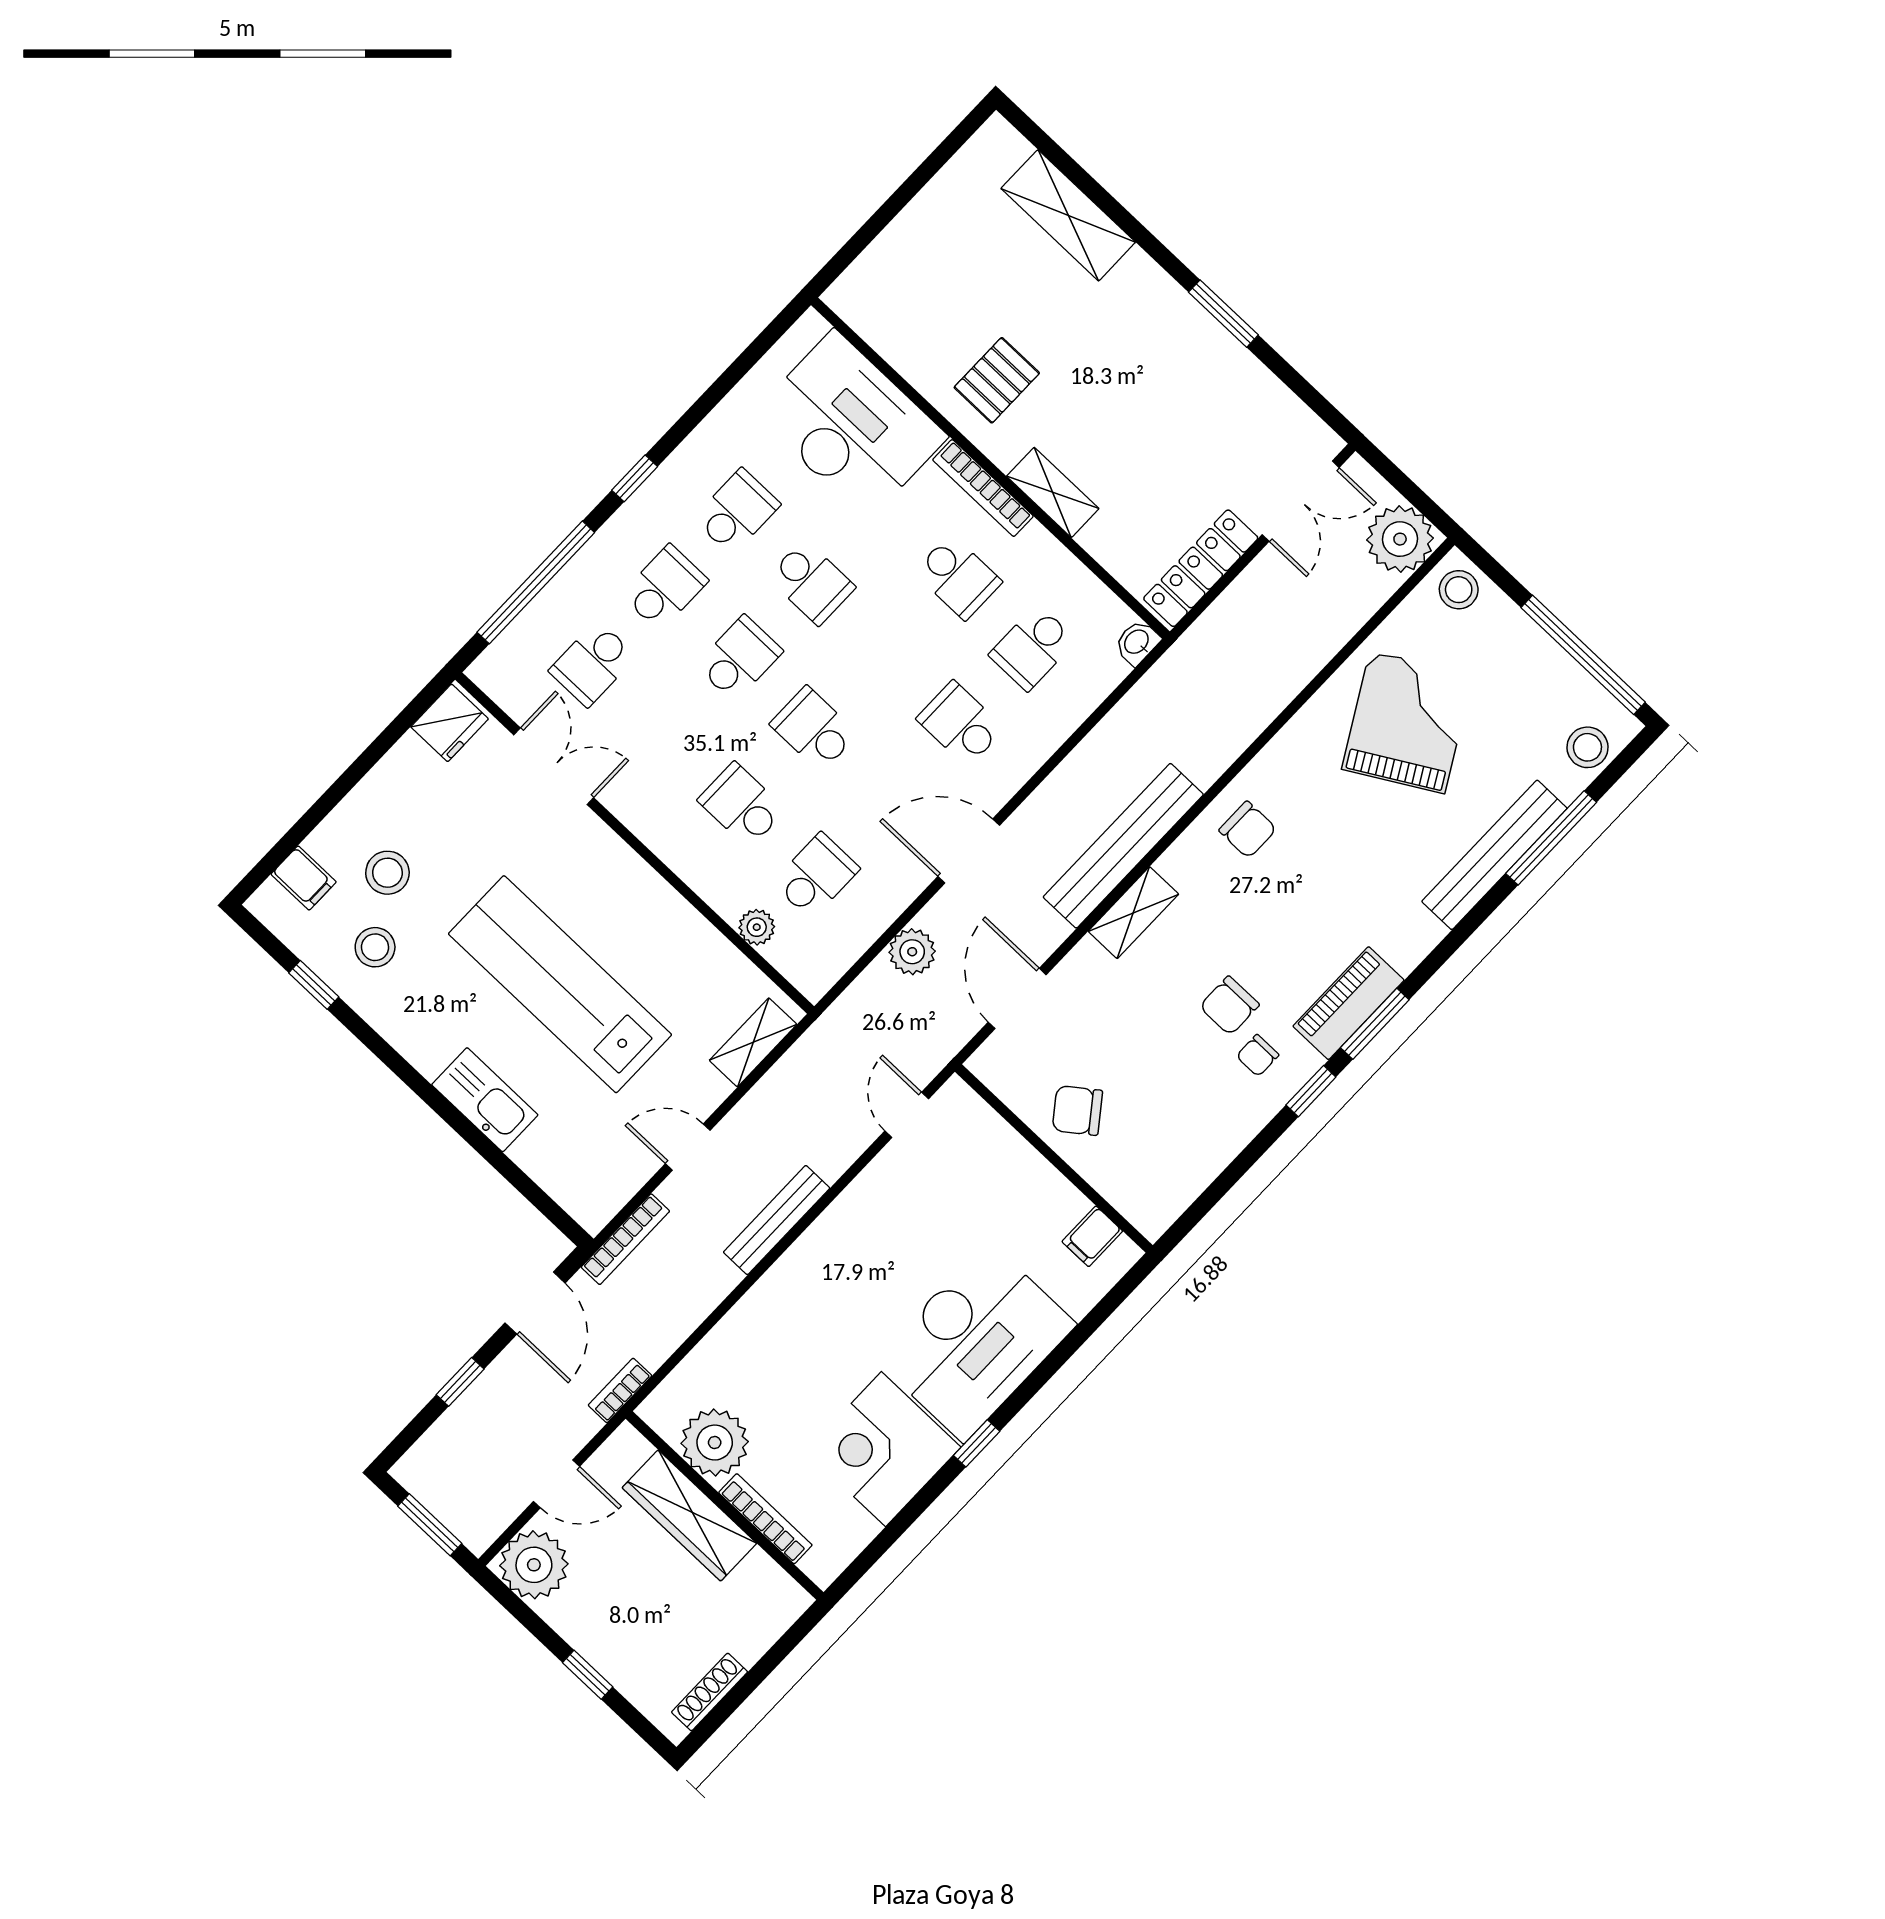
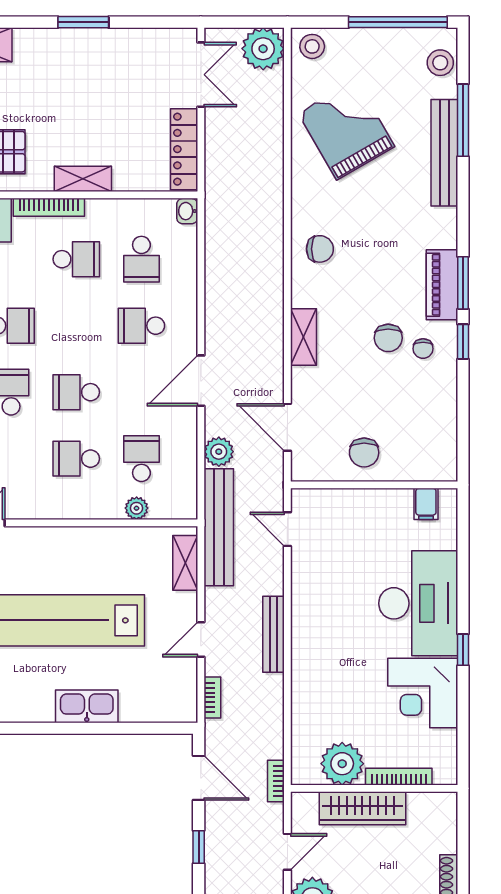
bench: (1123, 846) -> (219, 527), moved
chair: (1077, 1110) -> (364, 453), turned -53
bookcase: (625, 1239) -> (212, 697), width x0.64

